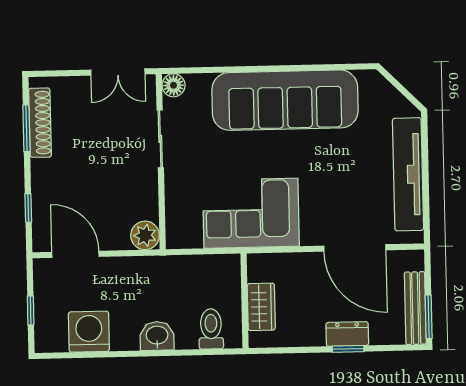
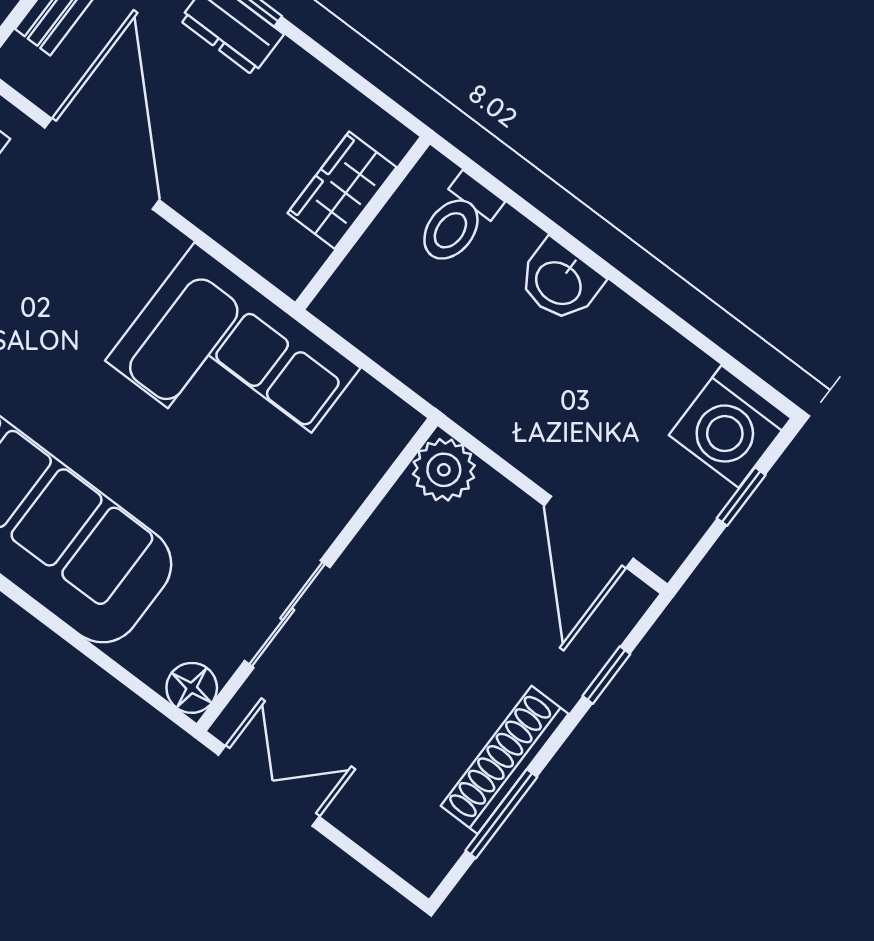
shoe rack: (40, 123) -> (505, 760), moved
washing machine: (89, 332) -> (730, 427), moved

